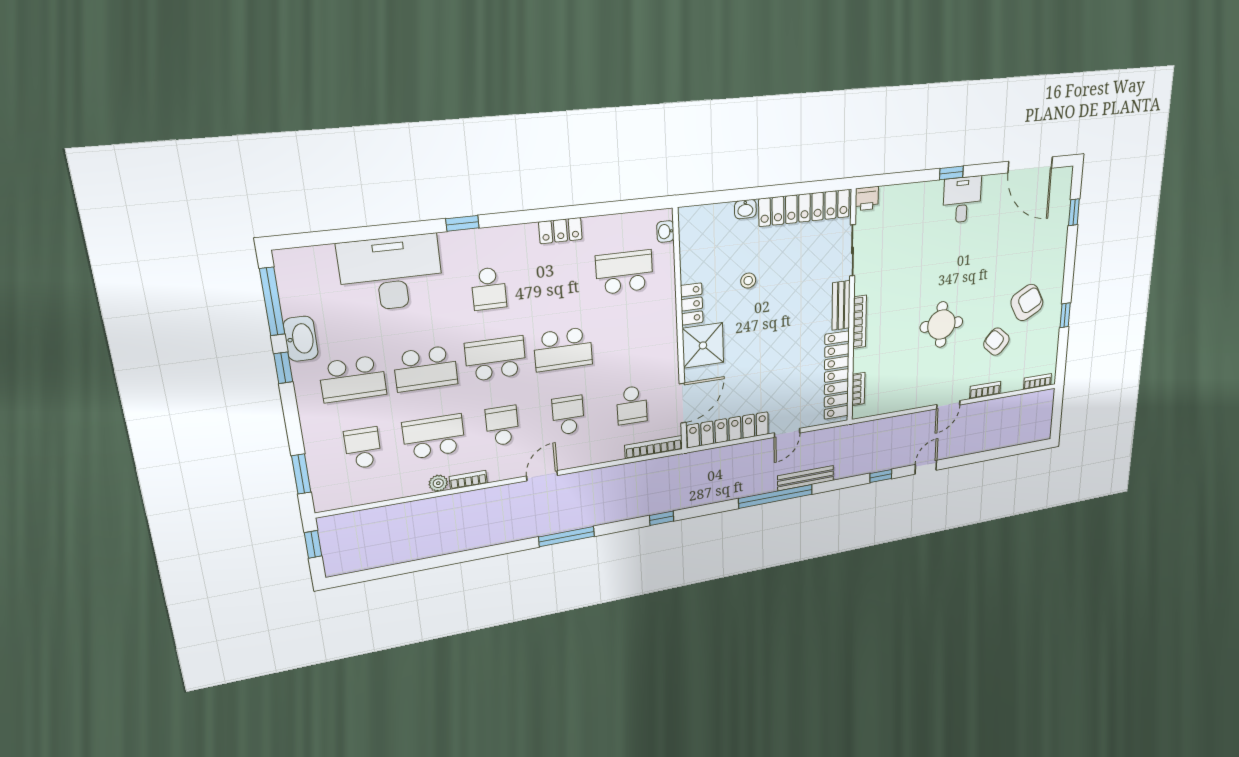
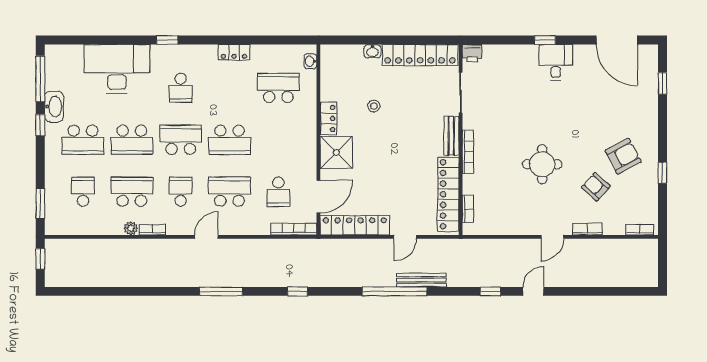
school desk: (568, 415) -> (230, 192), width x1.85

